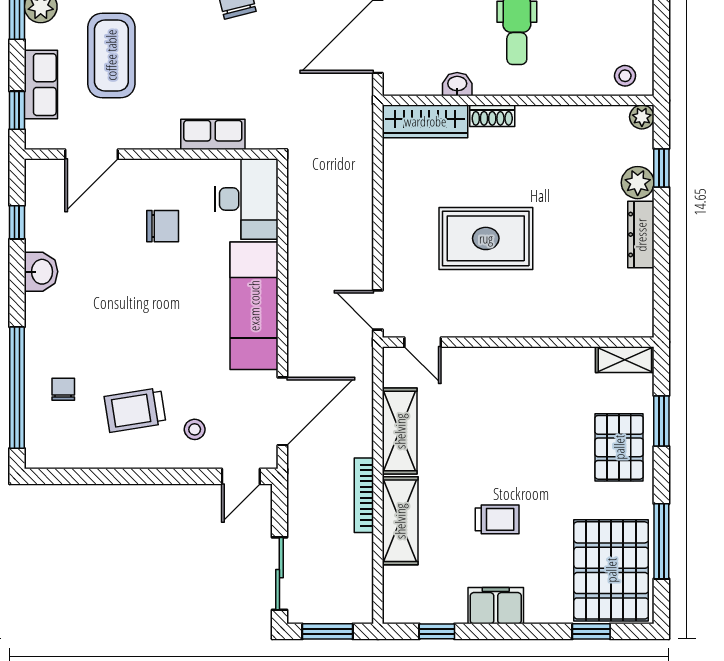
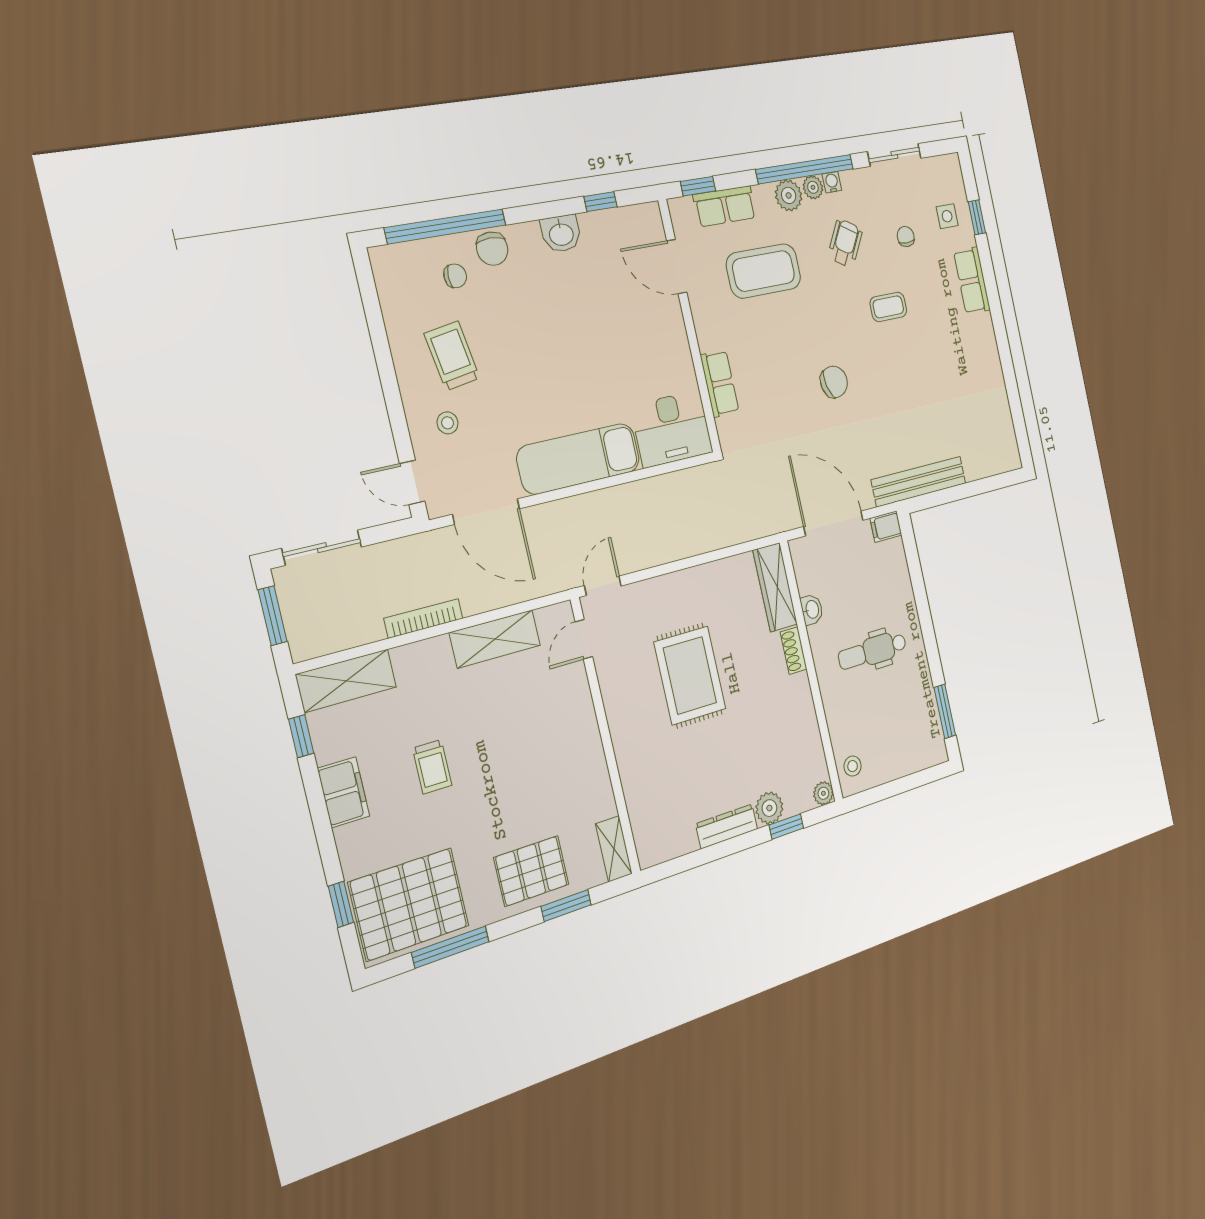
chair: (163, 226) -> (492, 249), moved
shelving: (400, 521) -> (346, 681), moved

